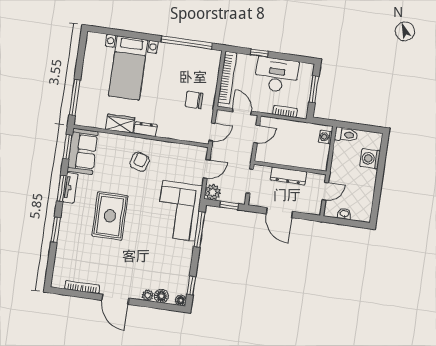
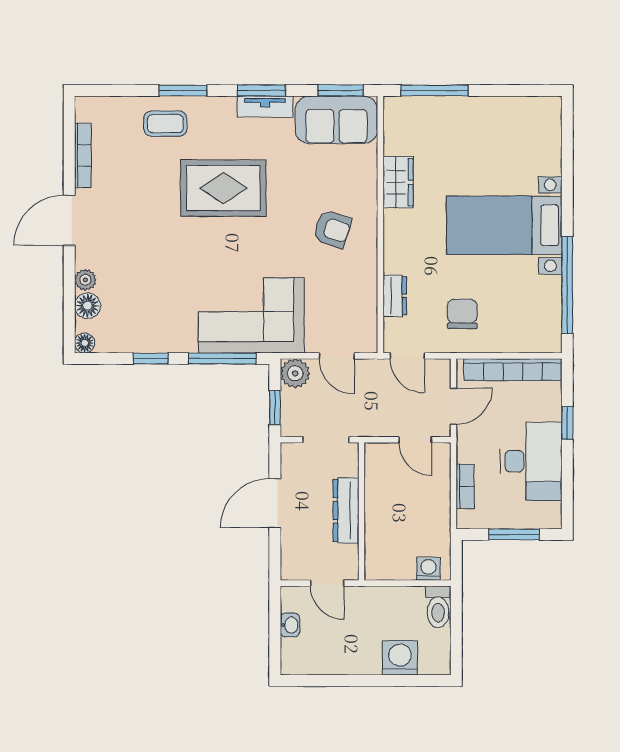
bed with nightstands: (128, 68) -> (504, 225), moved
dresser: (145, 129) -> (395, 296), moved
coffee table: (72, 241) -> (165, 124), added
window: (191, 285) -> (151, 359), moved

